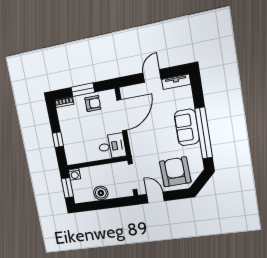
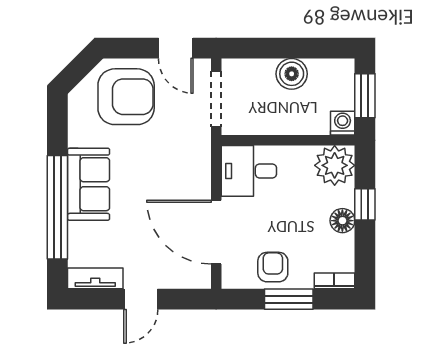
armchair: (93, 103) -> (273, 267), turned 90
door: (122, 115) -> (216, 232), hinge flipped
floor lamp: (66, 131) -> (342, 221), added
window: (204, 133) -> (57, 207), moved
plant: (74, 155) -> (335, 165), added
armchair: (175, 172) -> (126, 97), turned -88

